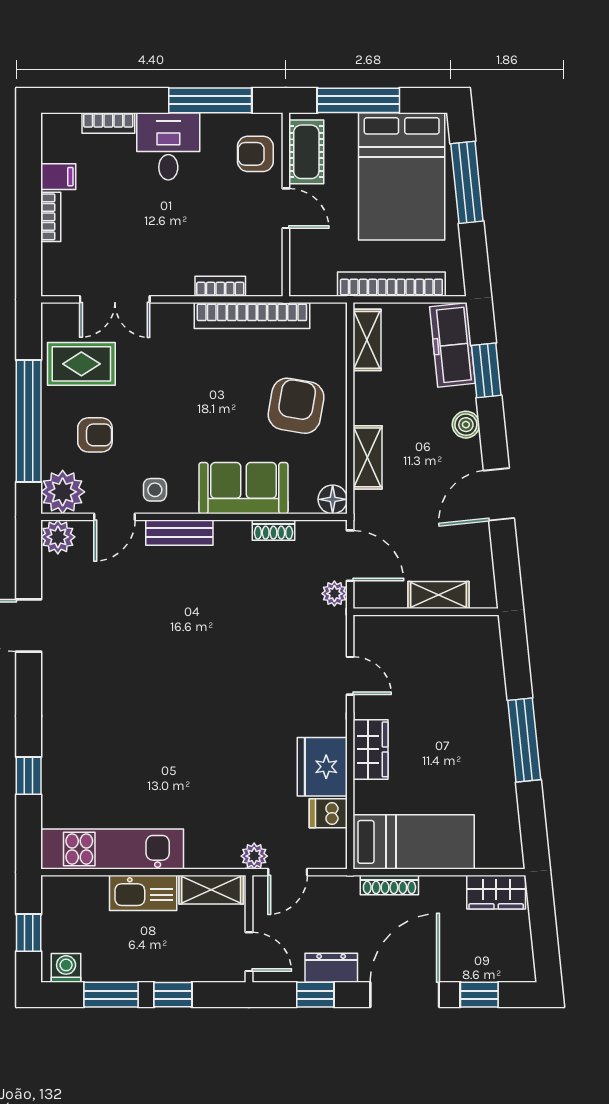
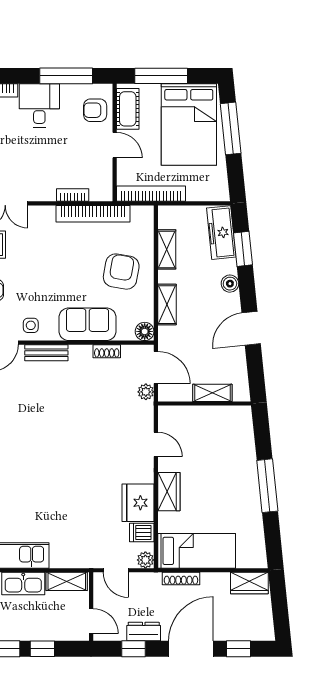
bookcase: (391, 284) -> (151, 194), moved
shelving: (367, 340) -> (167, 249), moved
plant: (254, 856) -> (145, 560), moved
door: (288, 872) -> (116, 570), hinge flipped

